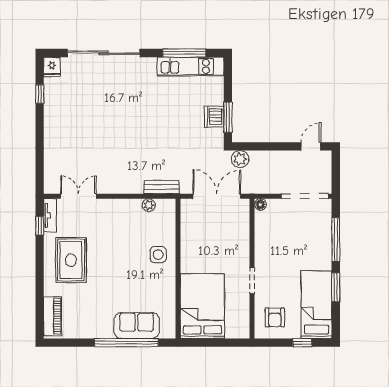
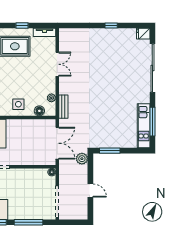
window: (40, 94) -> (111, 26), moved
dishwasher: (214, 116) -> (110, 142), removed
door: (311, 146) -> (90, 190), moved
double door: (78, 196) -> (57, 64), moved
floor lamp: (168, 223) -> (39, 111), added
window: (40, 226) -> (22, 26), moved

